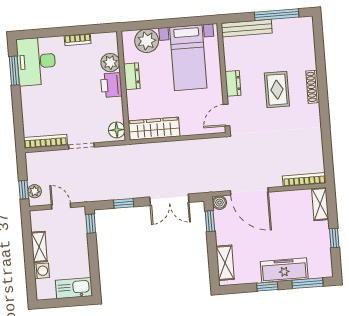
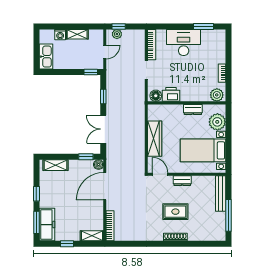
desk: (36, 61) -> (184, 43), moved
plant: (110, 63) -> (217, 95), moved
printer: (111, 85) -> (171, 94), moved
wardrobe: (154, 129) -> (155, 139), moved
freezer: (284, 270) -> (47, 225), moved

